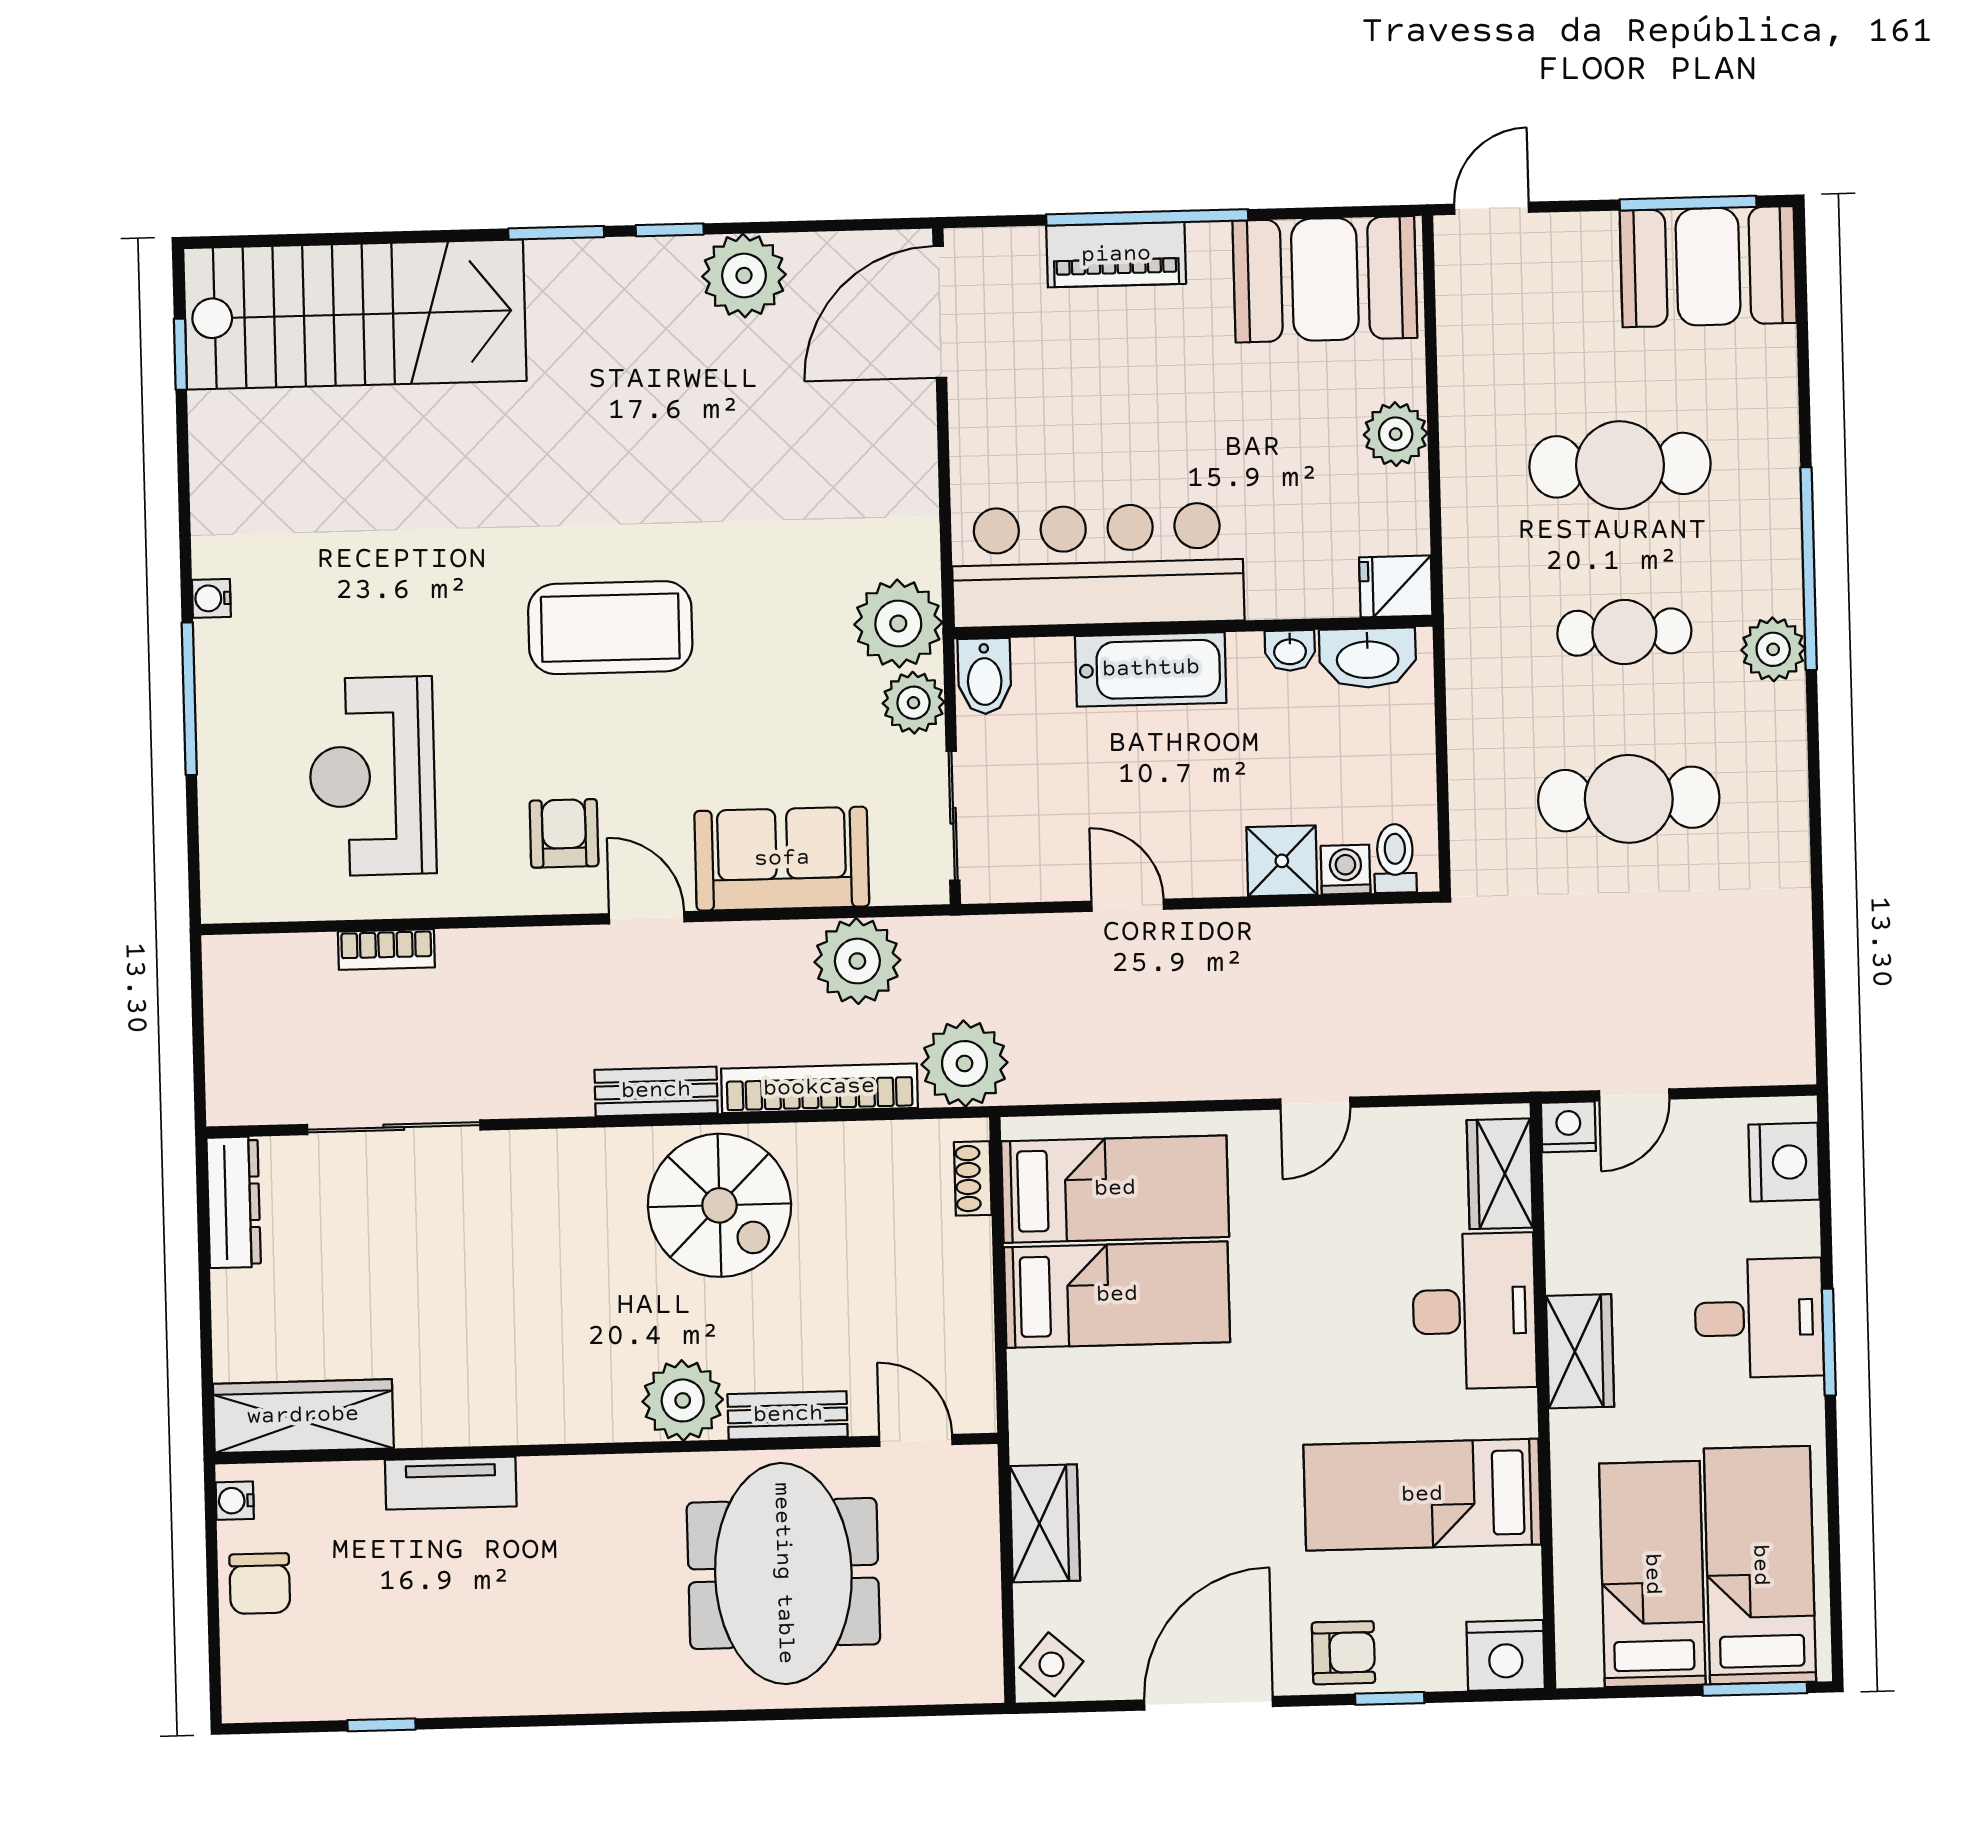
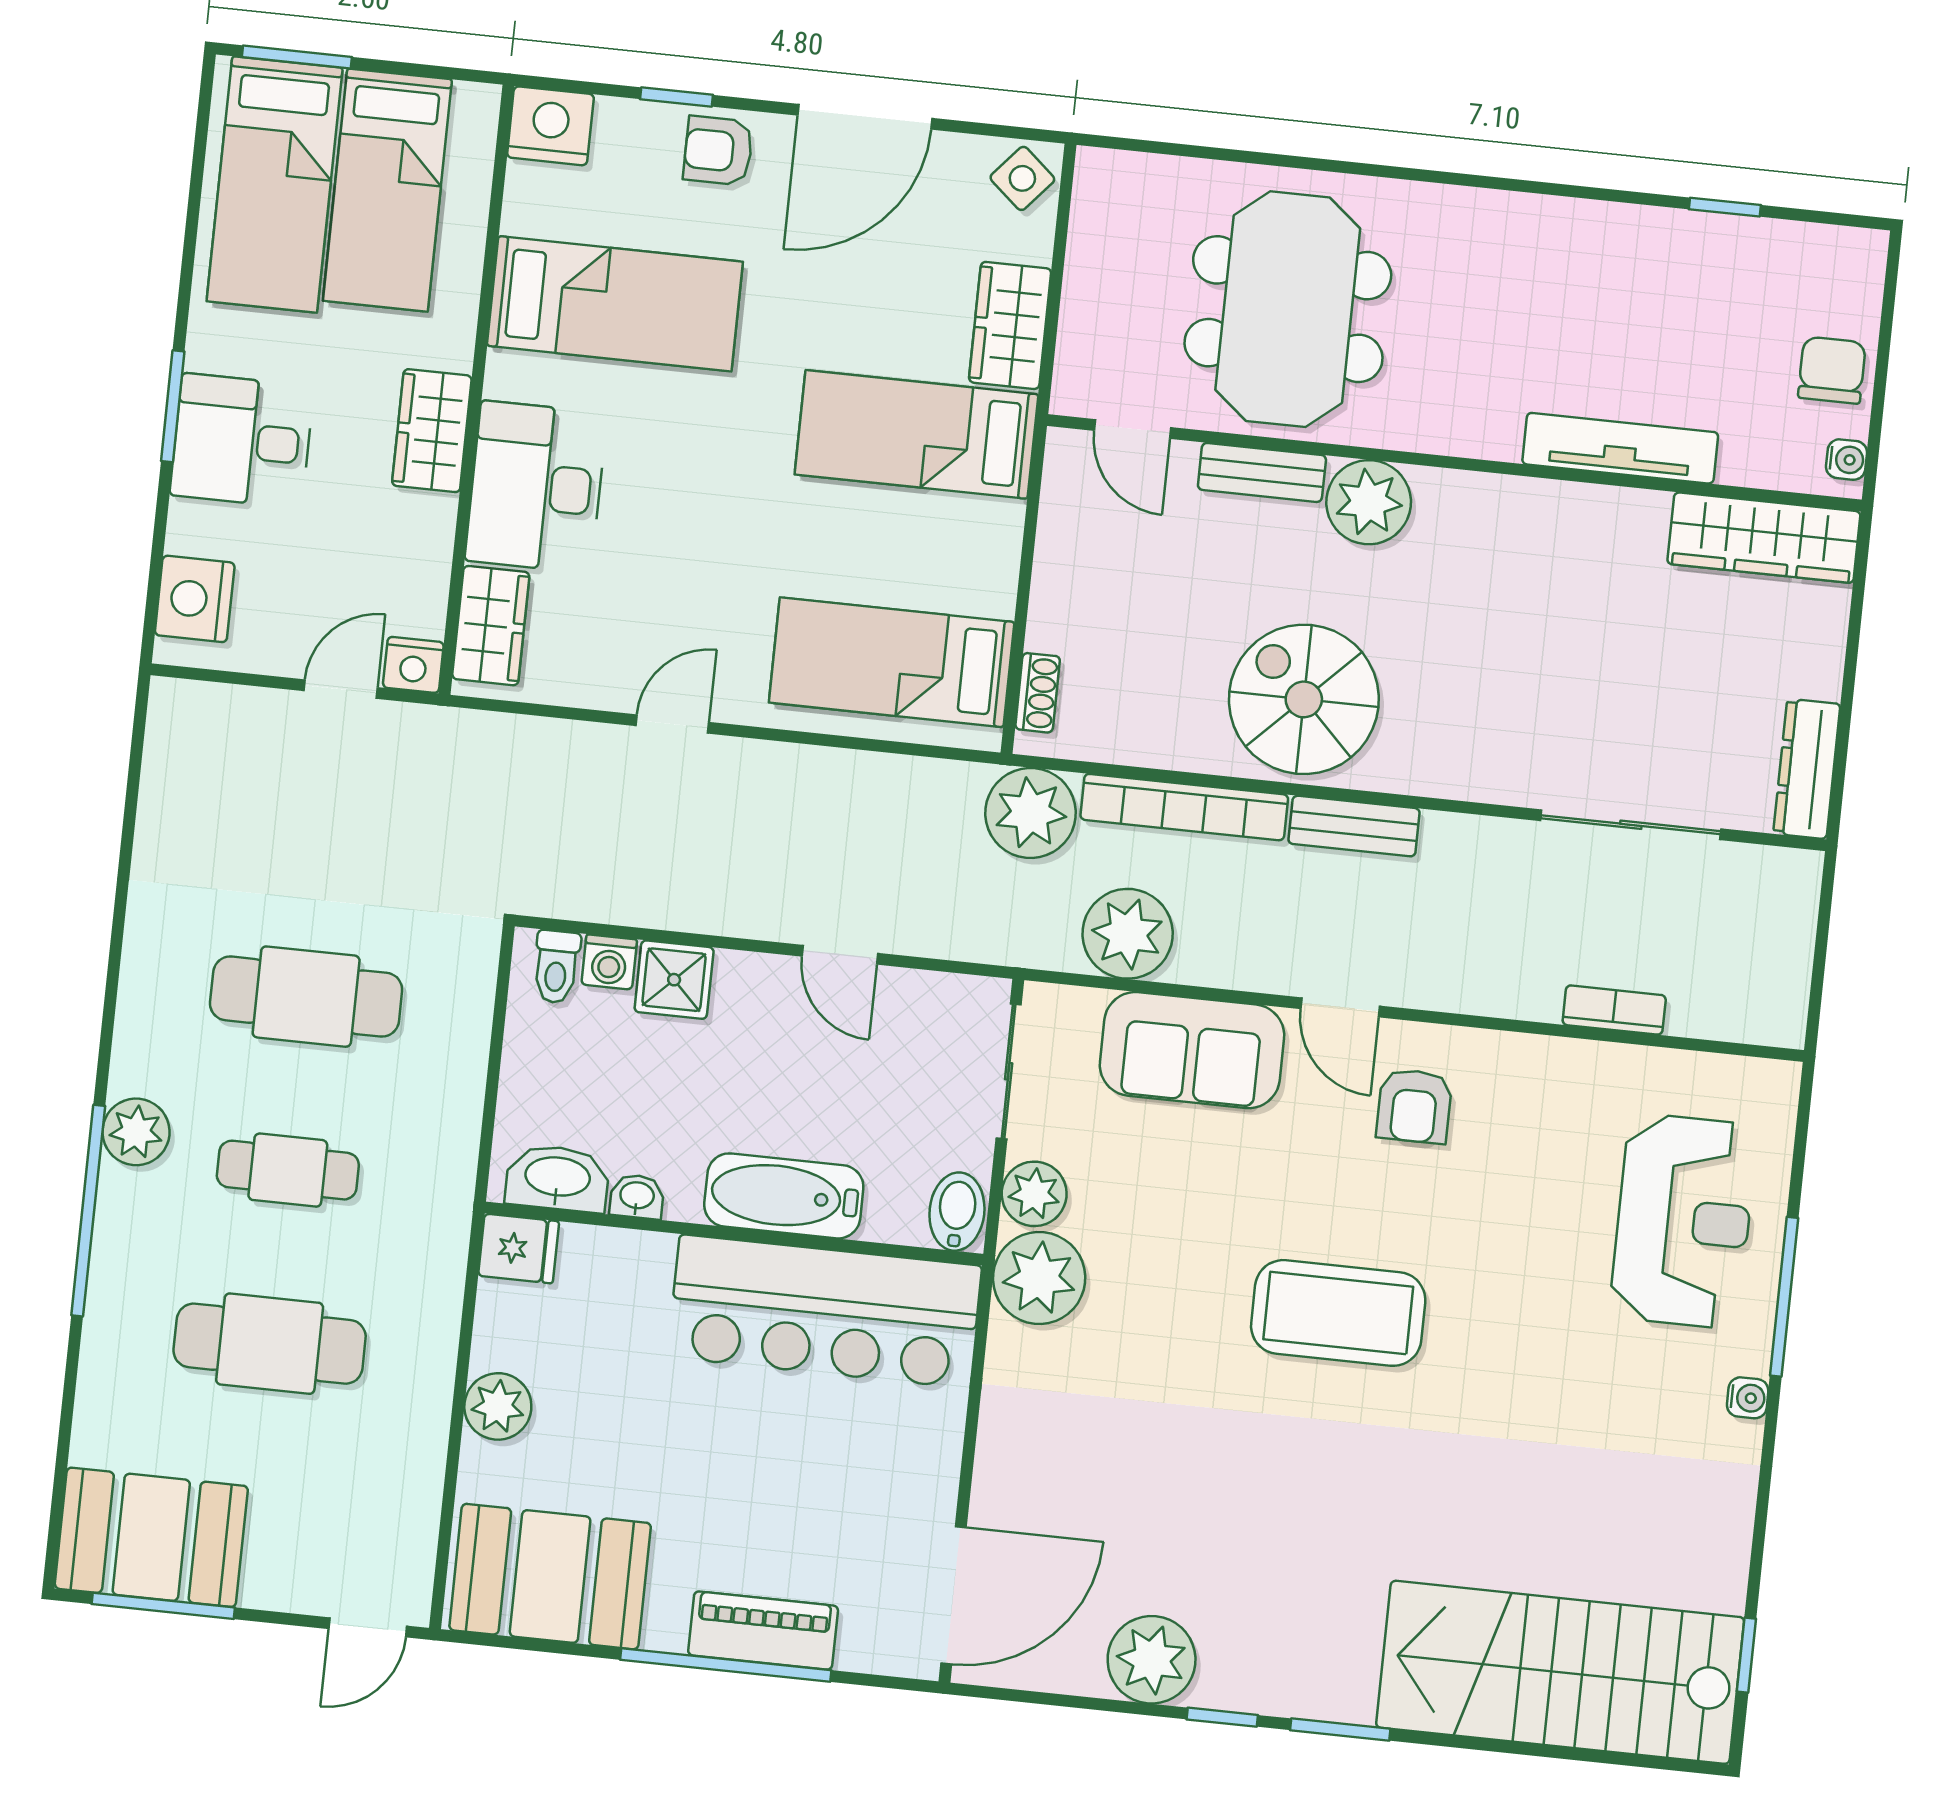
reception desk: (372, 776) -> (1683, 1221), moved
bed: (1117, 1295) -> (917, 434), moved
tv unit: (451, 1483) -> (1620, 448), width x1.41

